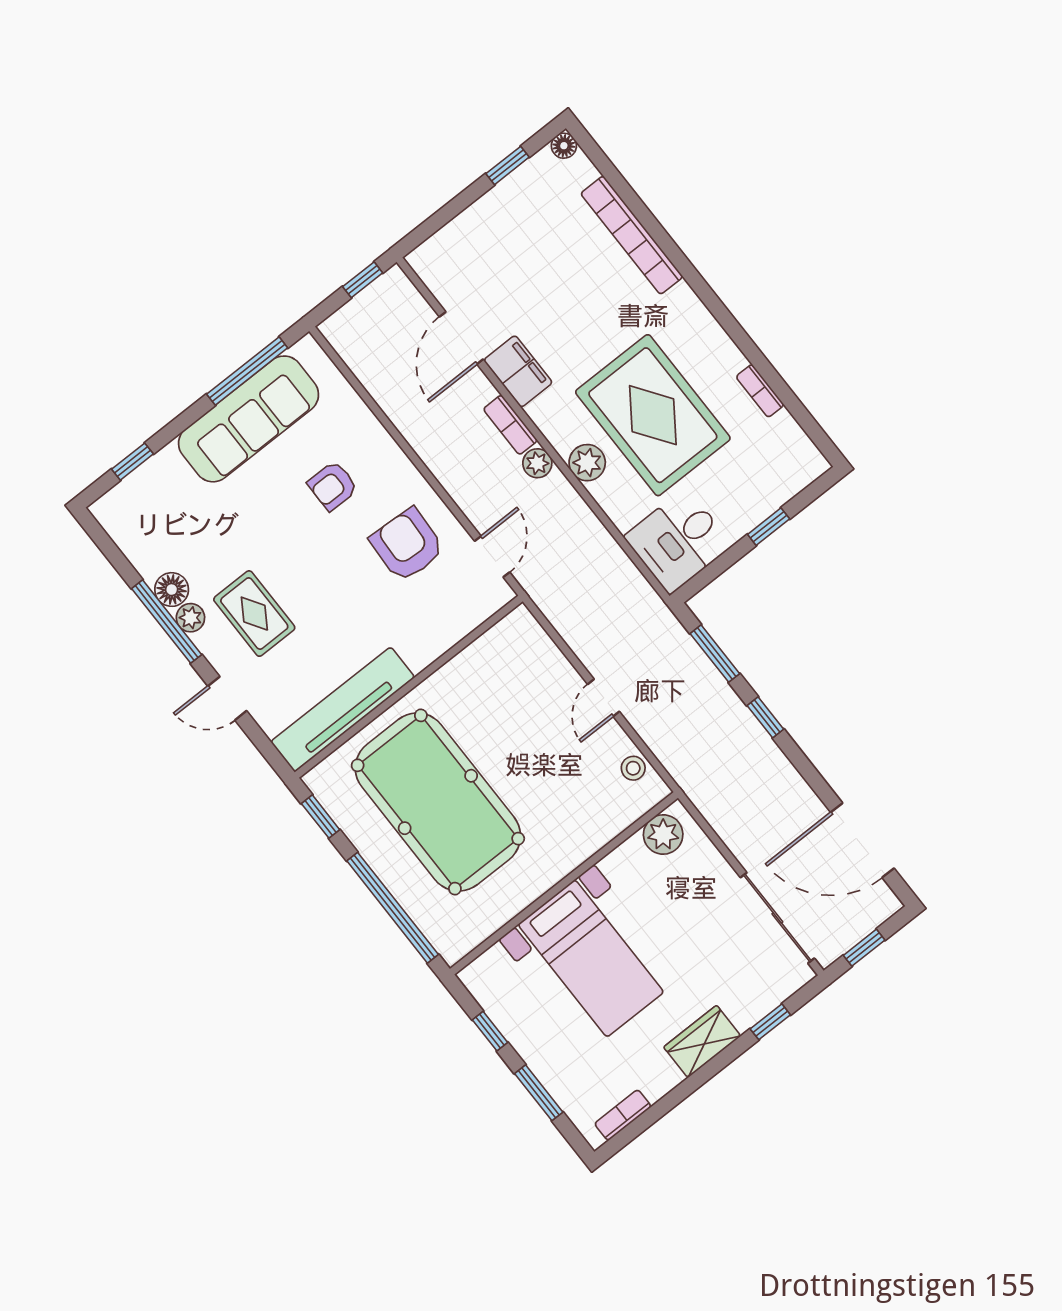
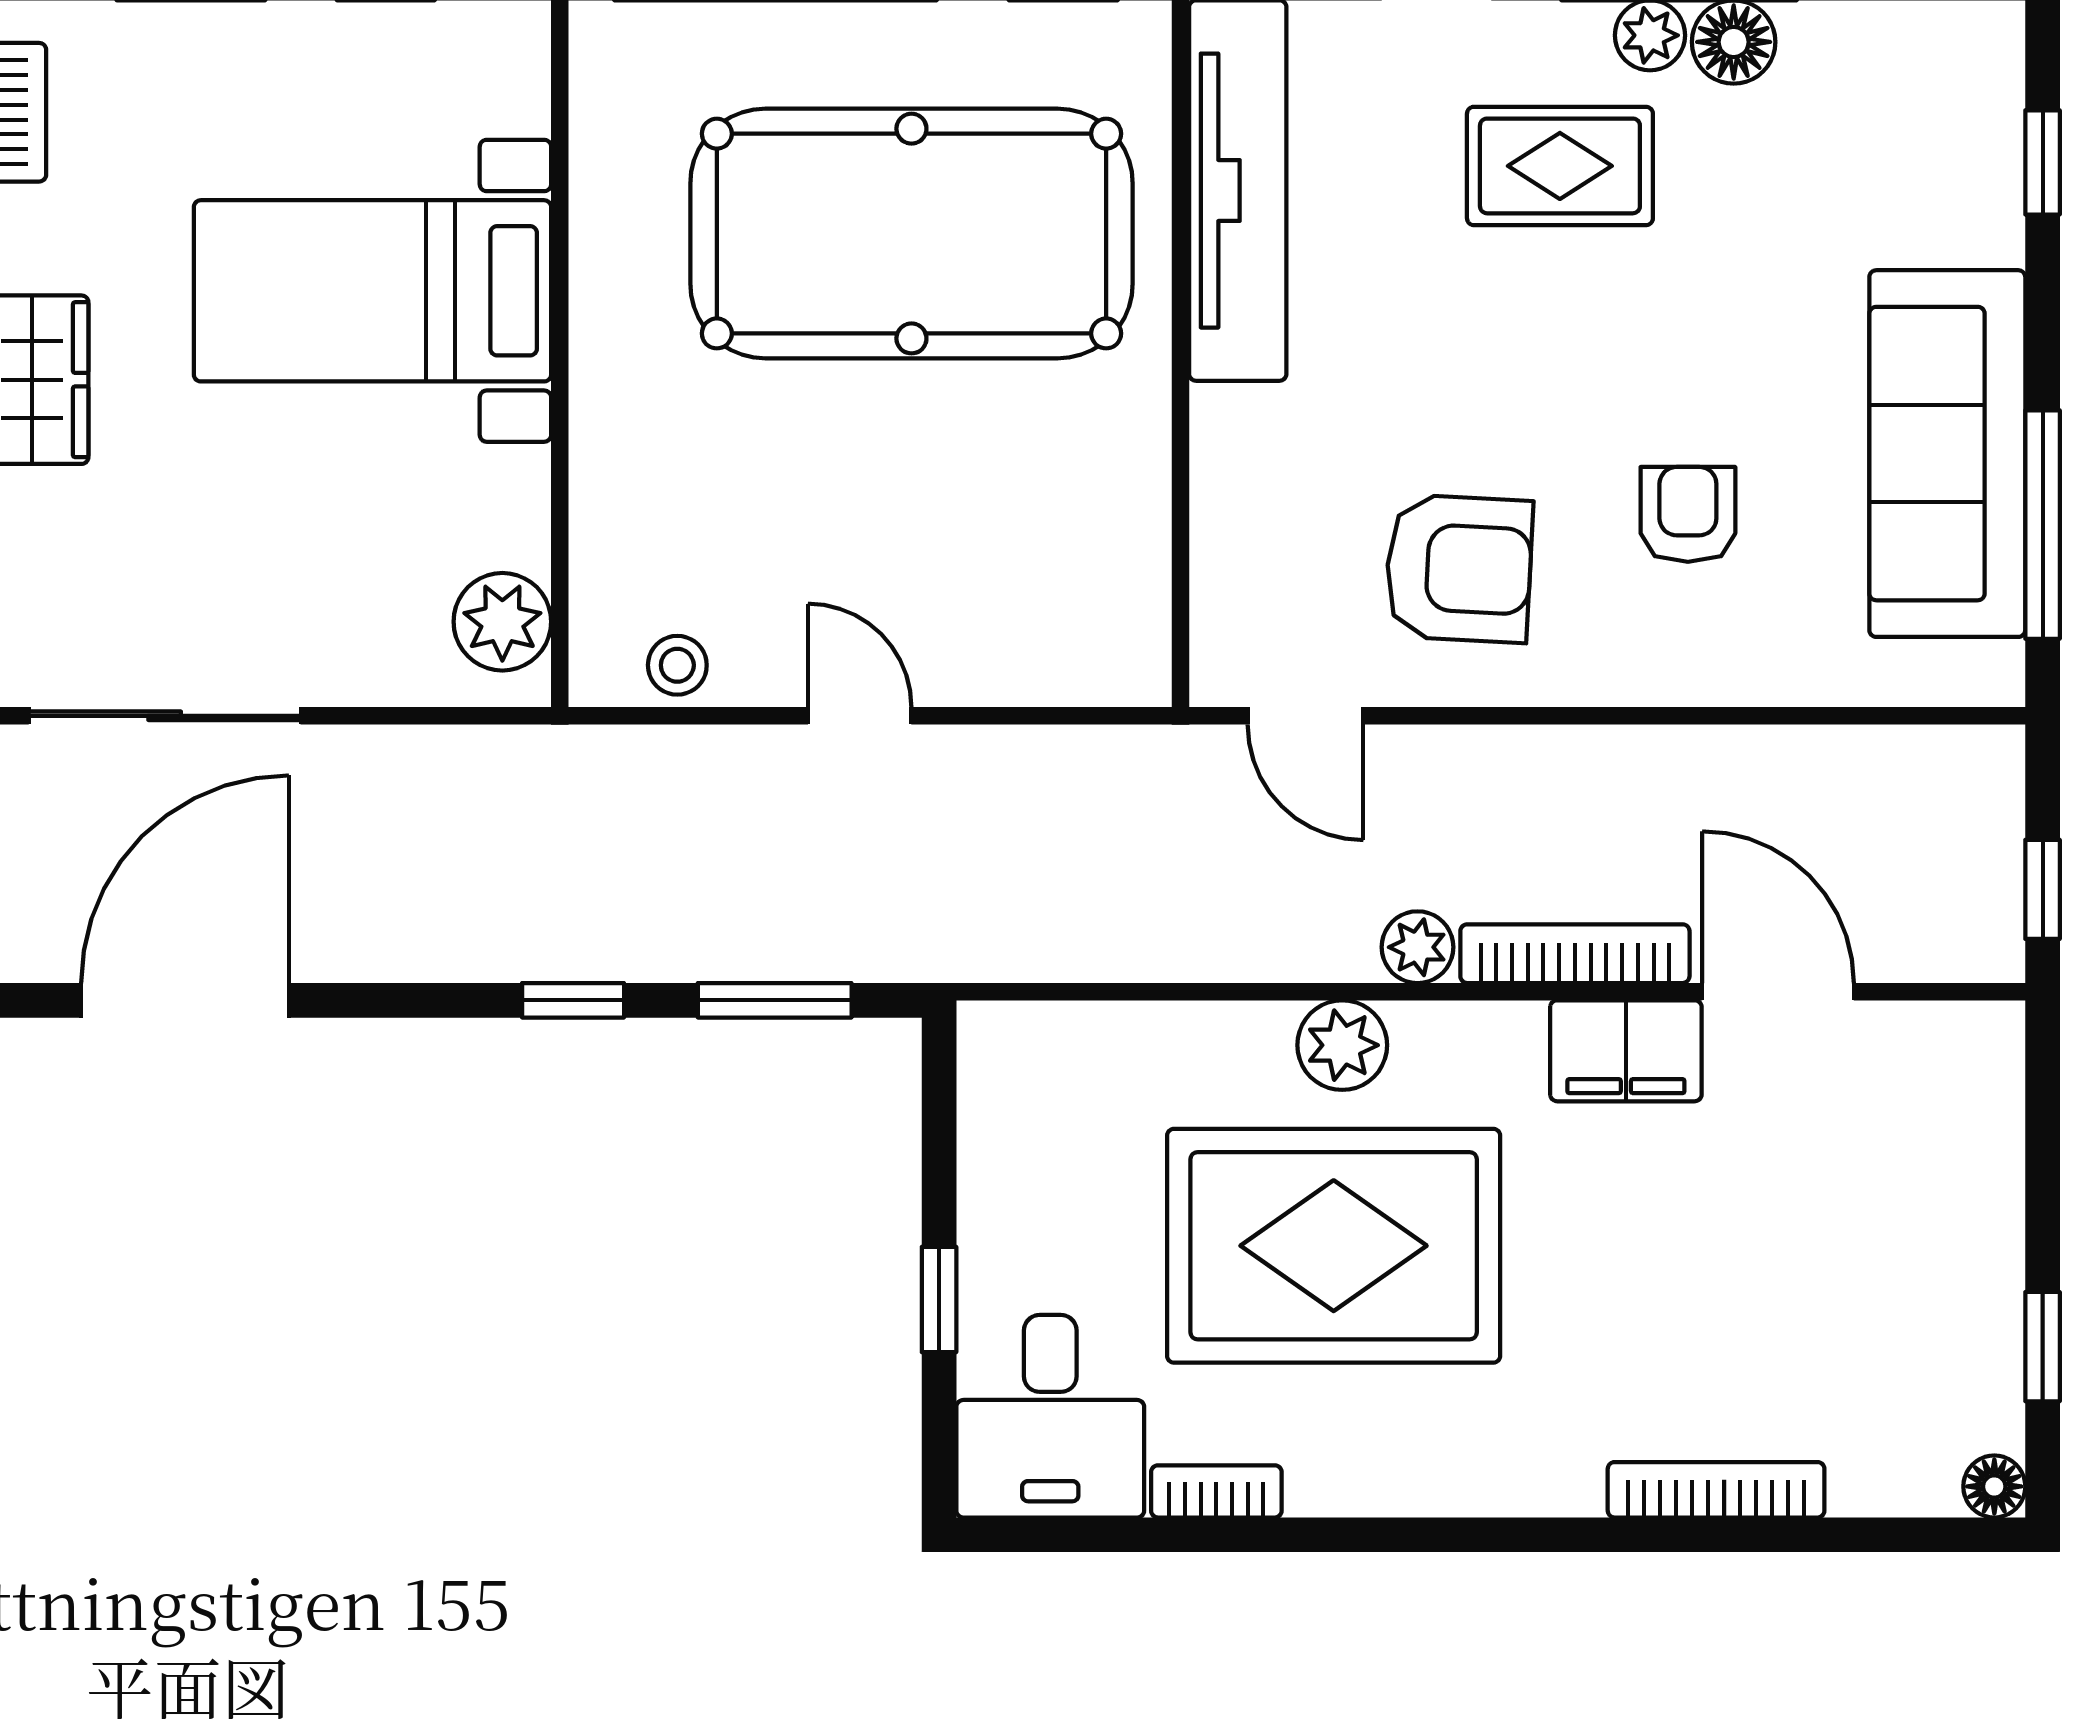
bookcase: (632, 235) -> (1716, 1490), width x0.68, depth x0.76
bookcase: (510, 425) -> (1575, 954), width x1.56
desk: (678, 541) -> (1050, 1416), moved, turned 180

